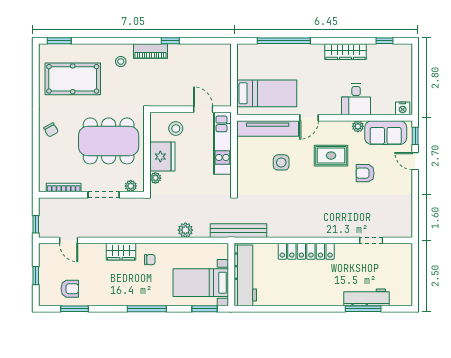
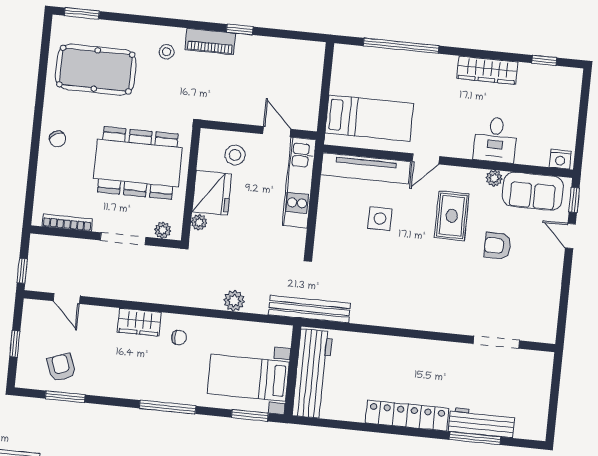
rug: (331, 156) -> (452, 216), turned 90
doorway: (371, 240) -> (496, 342), width x1.38
locker: (306, 251) -> (407, 416), moved, turned 180
armchair: (70, 289) -> (61, 367), turned -110

